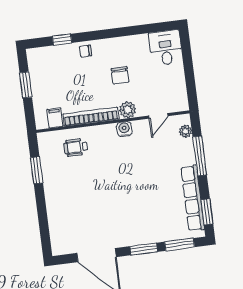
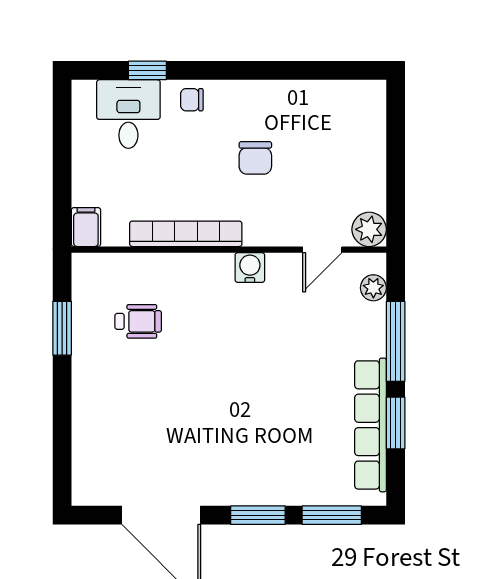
desk: (166, 48) -> (128, 114), moved
window: (26, 85) -> (62, 153), removed
plant: (128, 110) -> (369, 229), moved
filing cabinet: (55, 118) -> (86, 227), moved
wheelchair: (76, 147) -> (138, 321), moved, turned 180
window: (207, 212) -> (396, 423), moved

